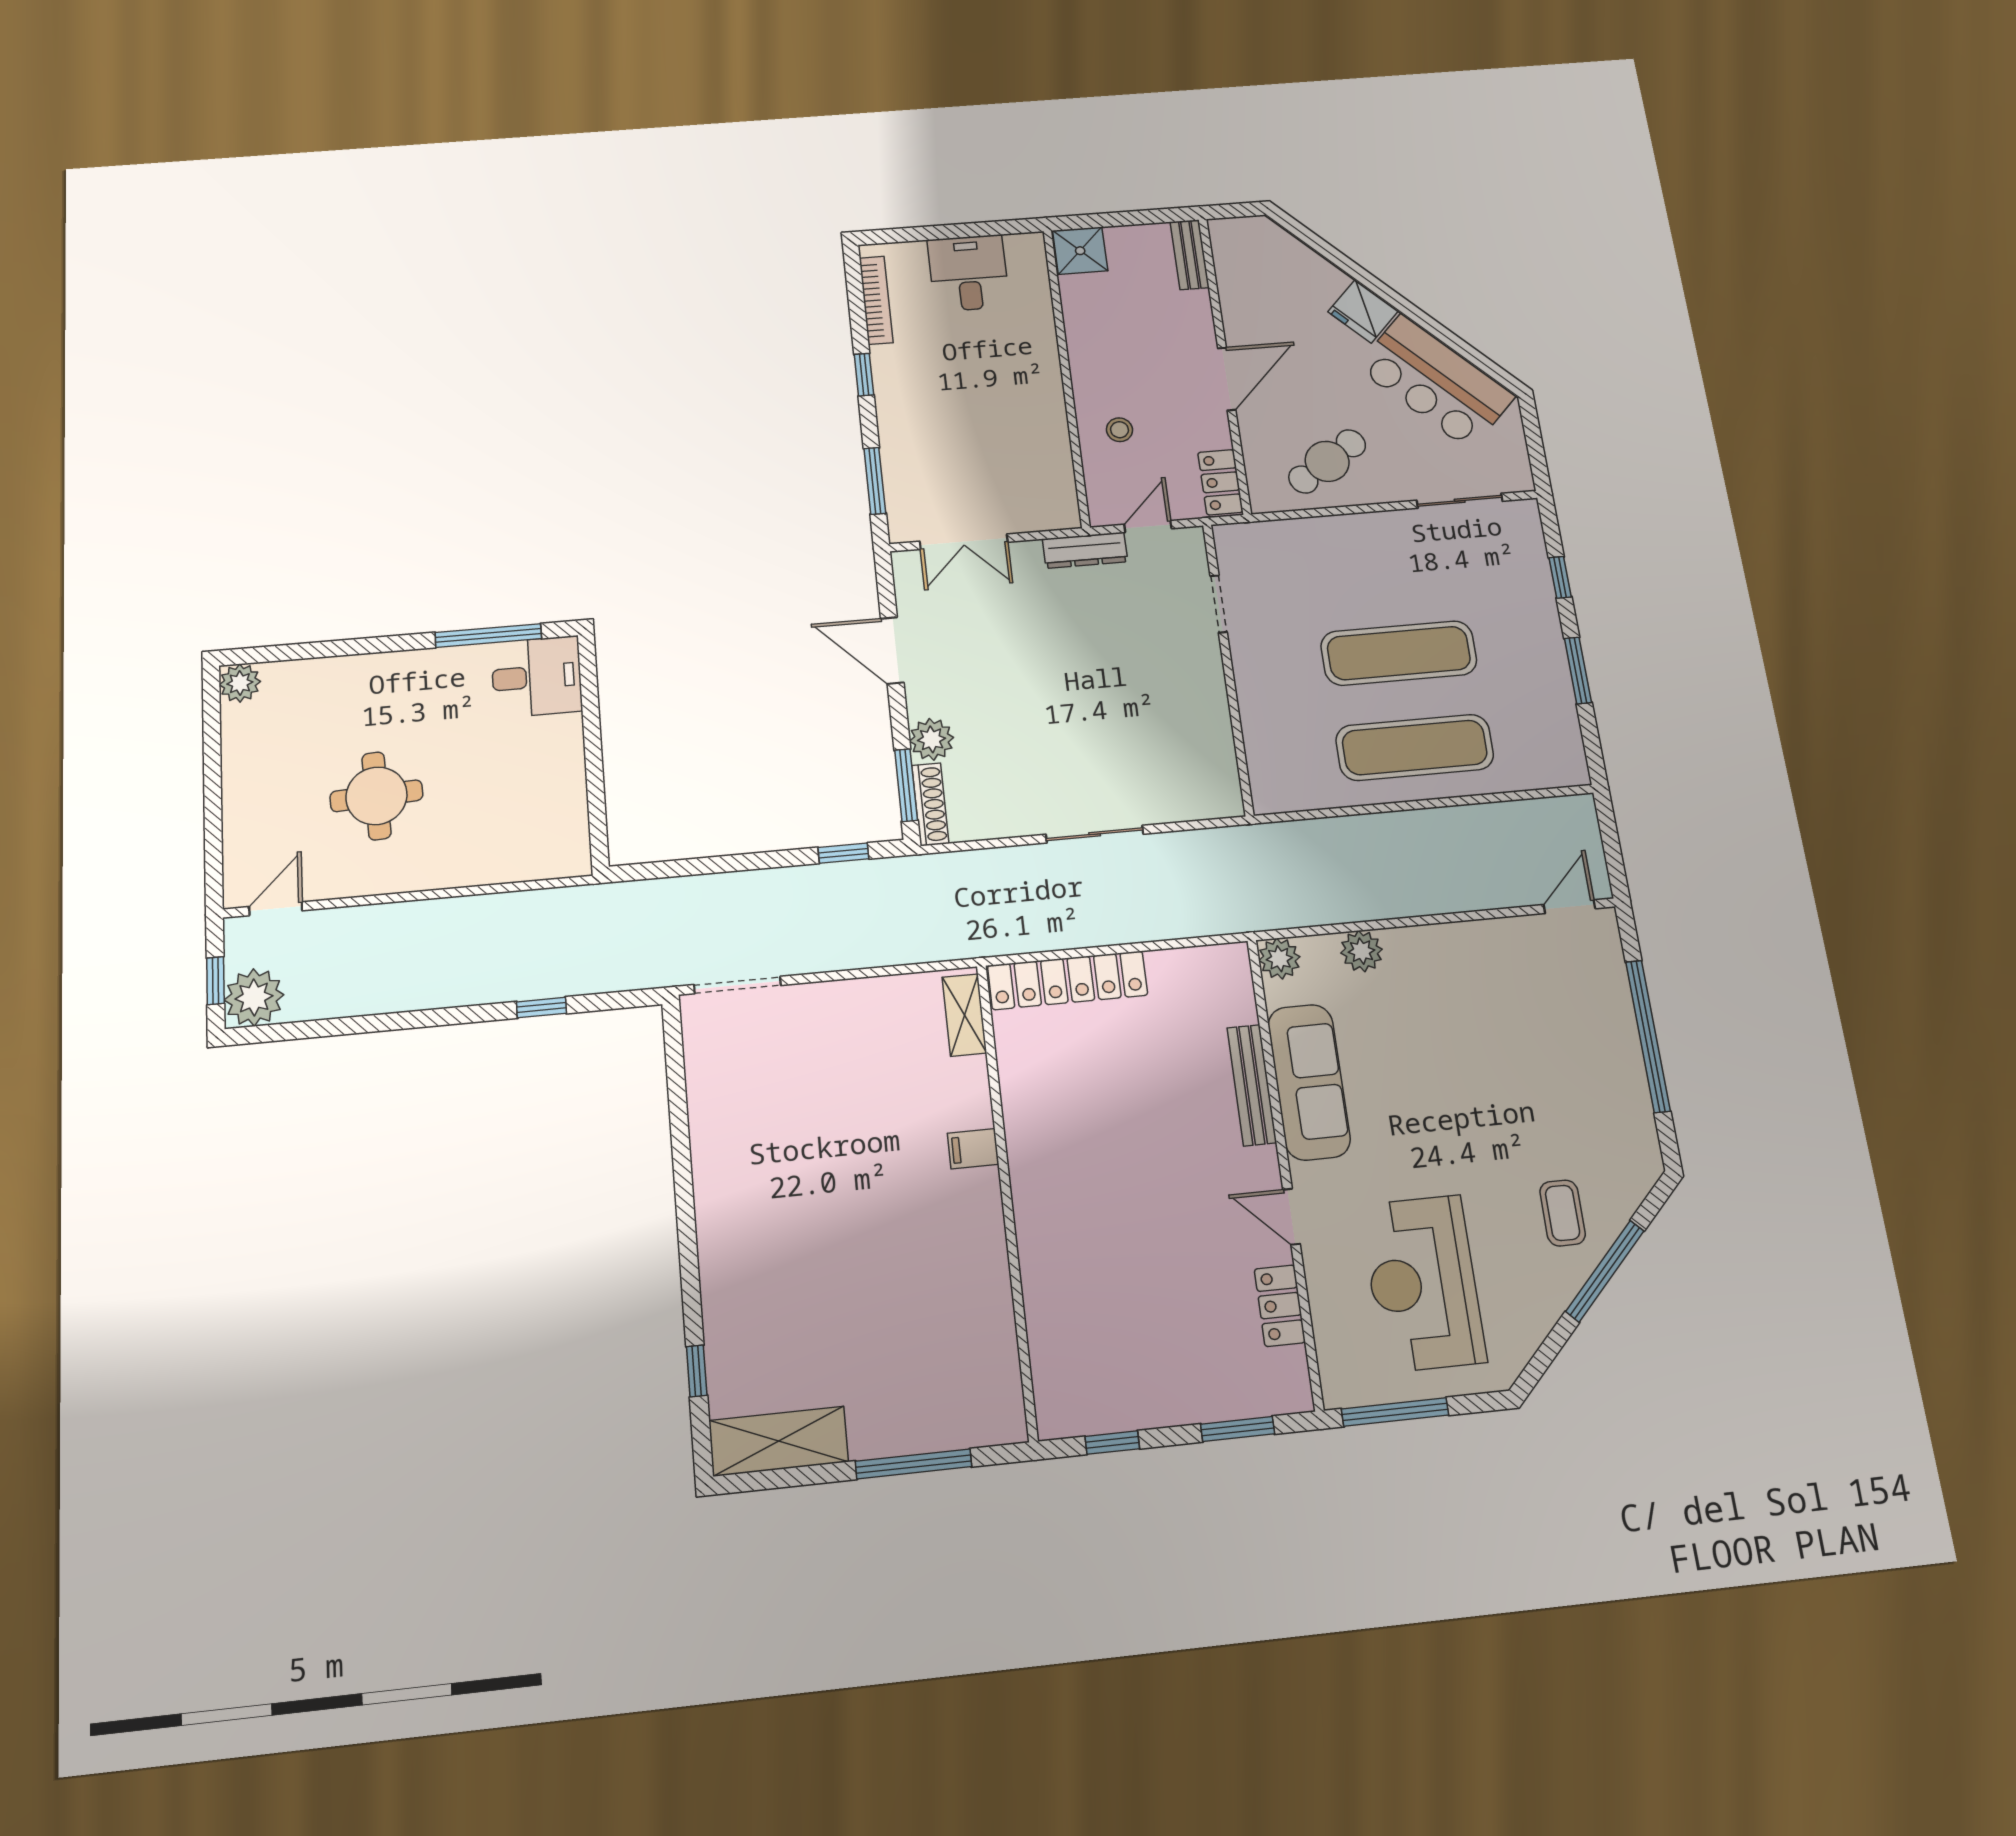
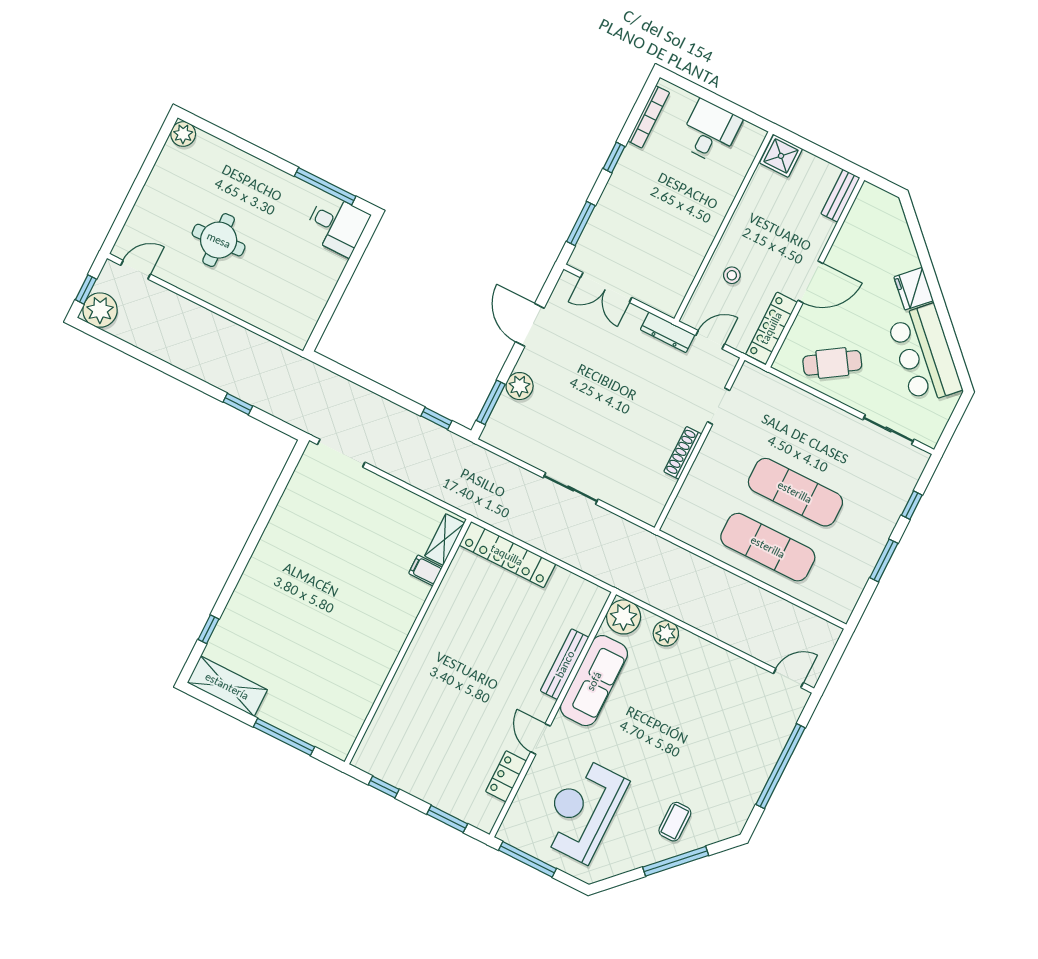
locker: (1220, 482) -> (771, 328), width x1.53
shoe rack: (930, 804) -> (683, 453), moved, turned 180
plant: (1279, 959) -> (624, 617), width x1.36, depth x1.36
filing cabinet: (973, 1149) -> (426, 570), moved

